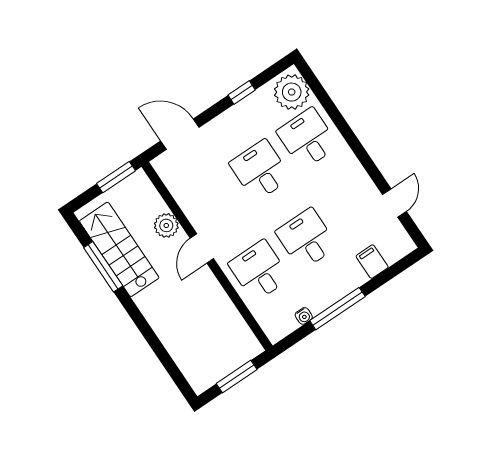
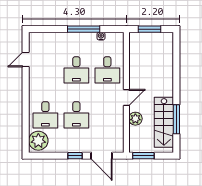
window: (242, 92) -> (75, 156), moved
filing cabinet: (372, 262) -> (54, 40), removed

